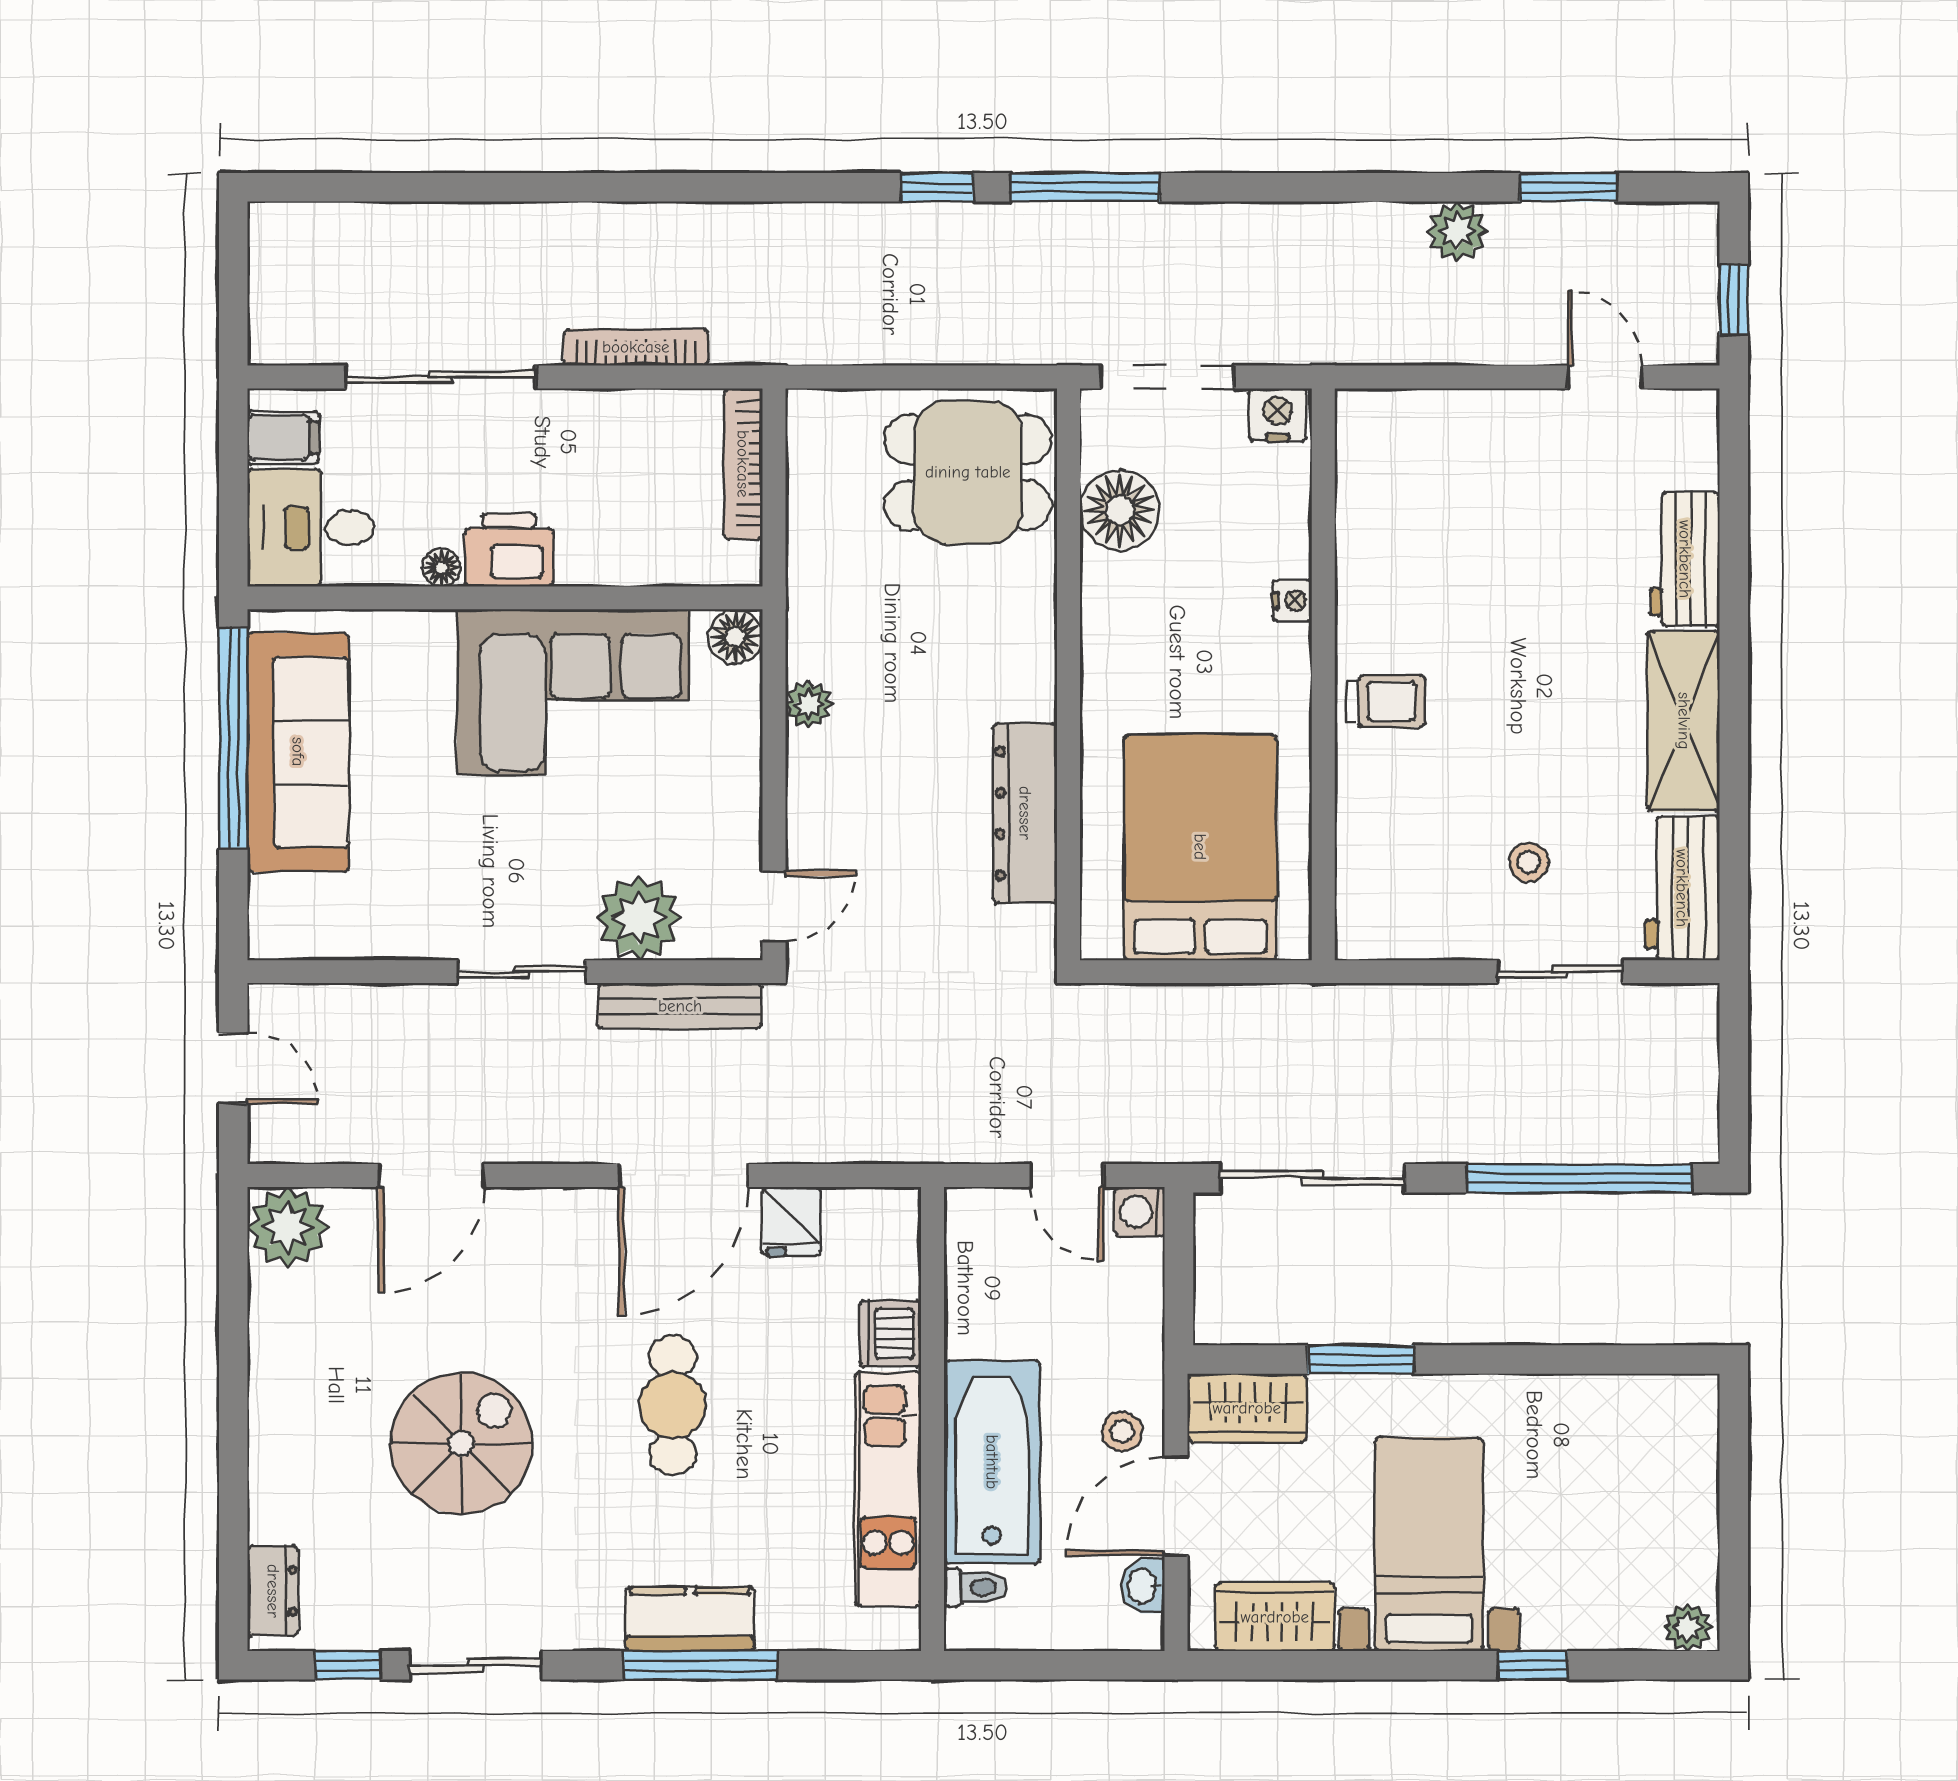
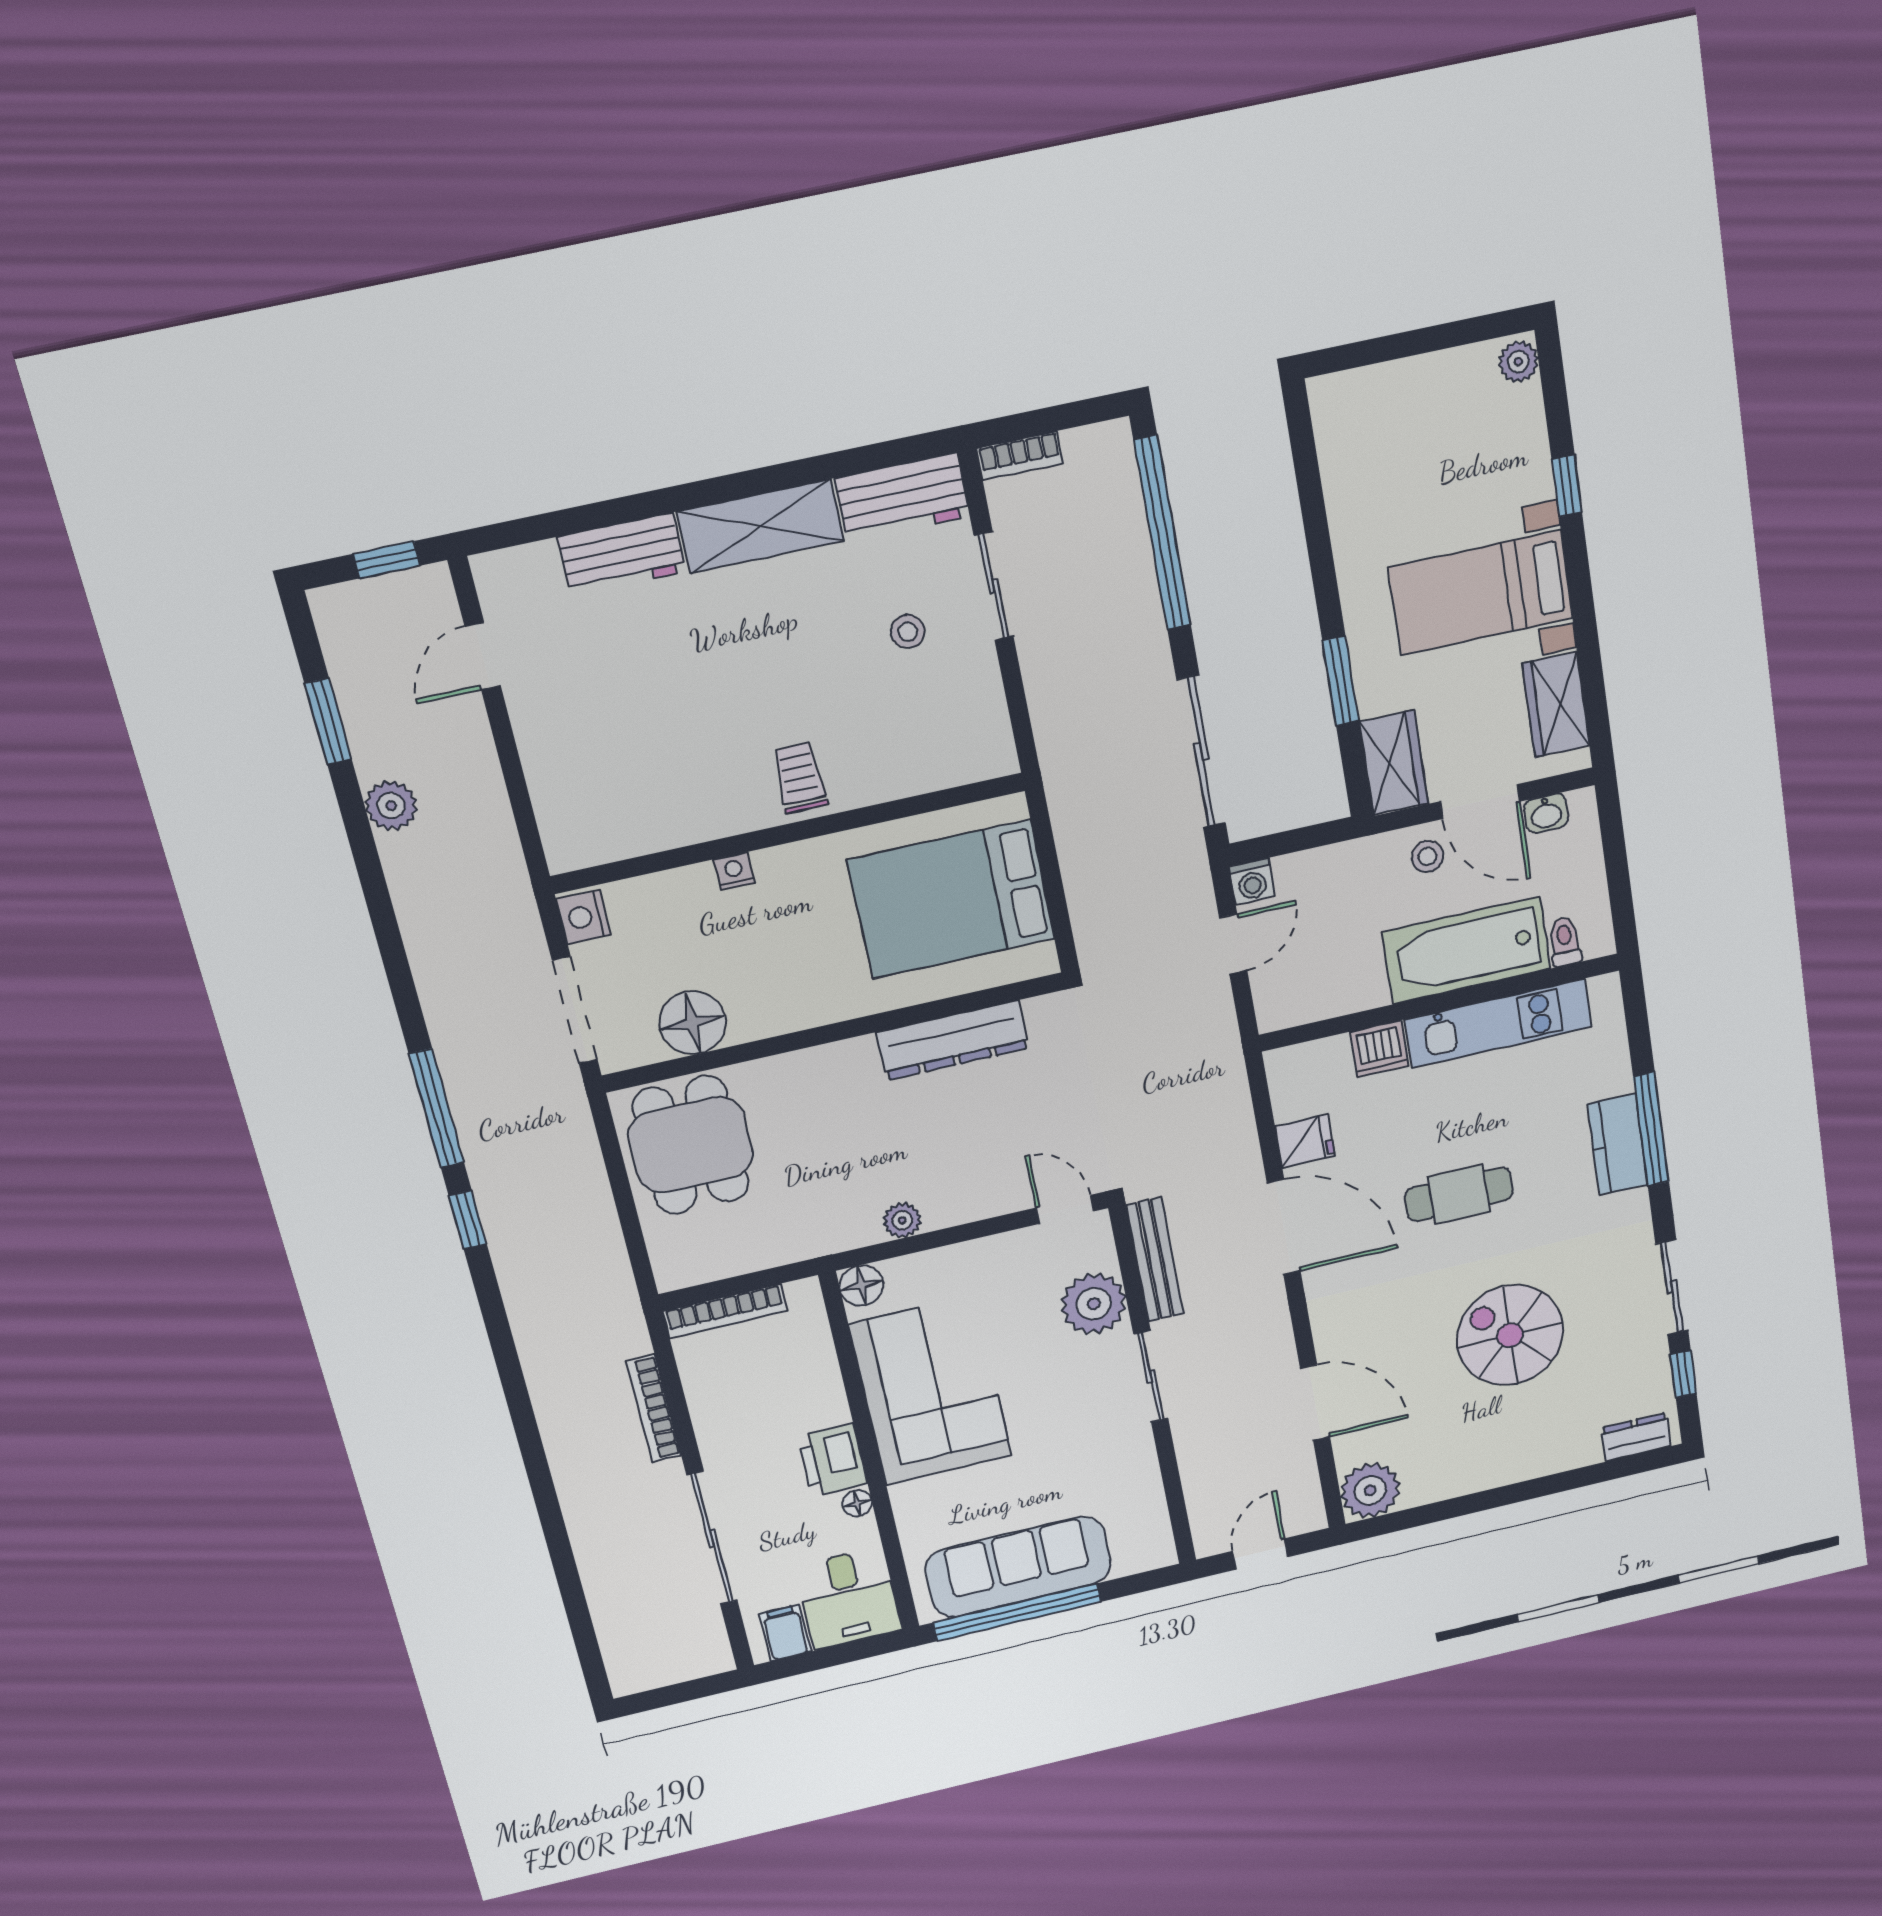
bookcase: (1701, 1031) -> (1020, 456), added

